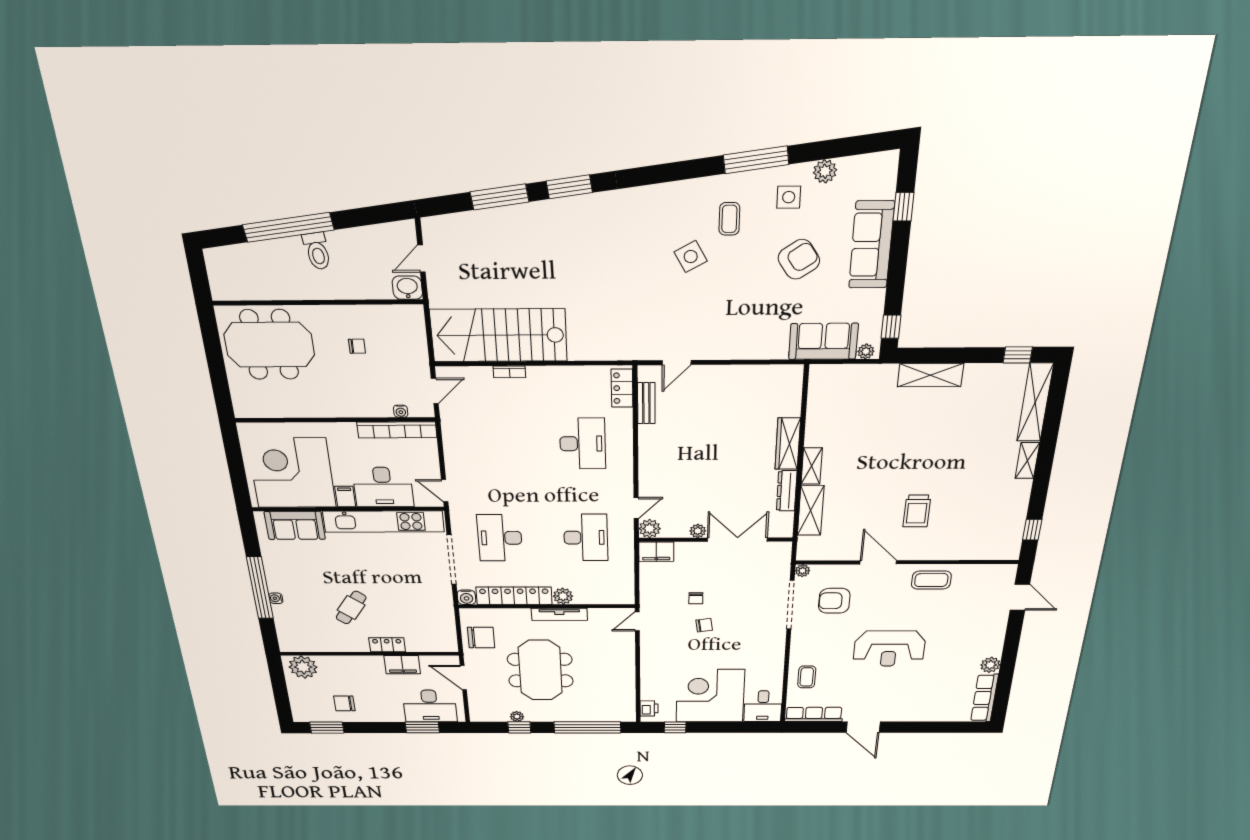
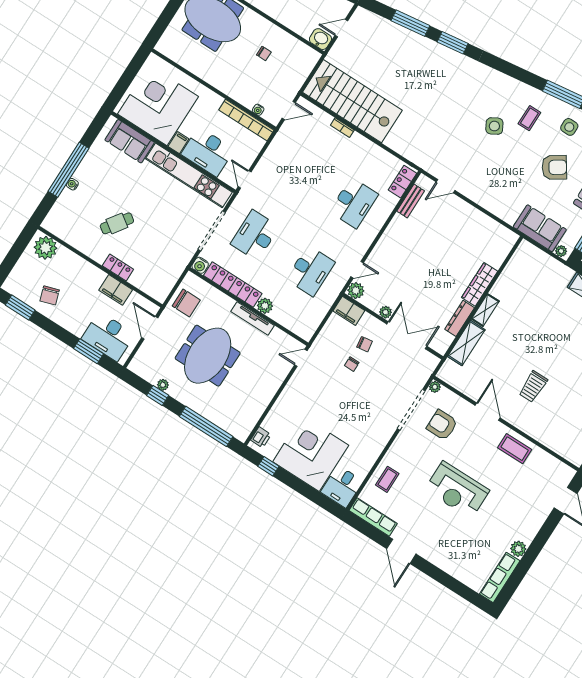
chair: (704, 625) -> (365, 344), moved
chair: (344, 703) -> (50, 295), turned -108

